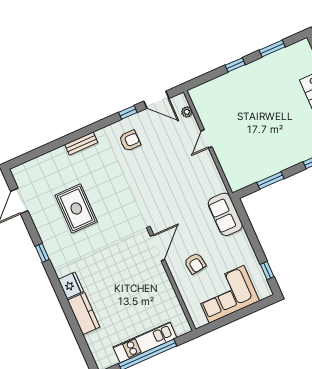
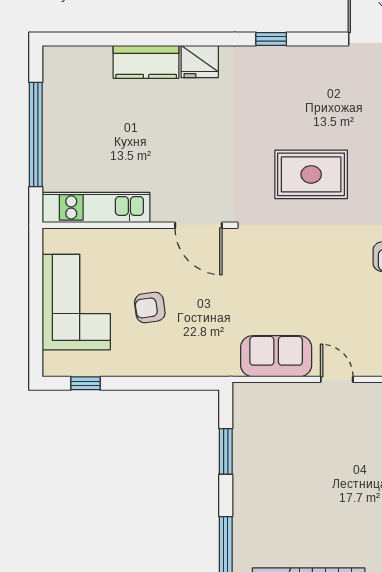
rug: (76, 209) -> (311, 174), moved
sofa: (225, 214) -> (276, 356), moved
armchair: (195, 263) -> (150, 307), moved
kitchen unit: (145, 342) -> (96, 207), moved, turned -90

